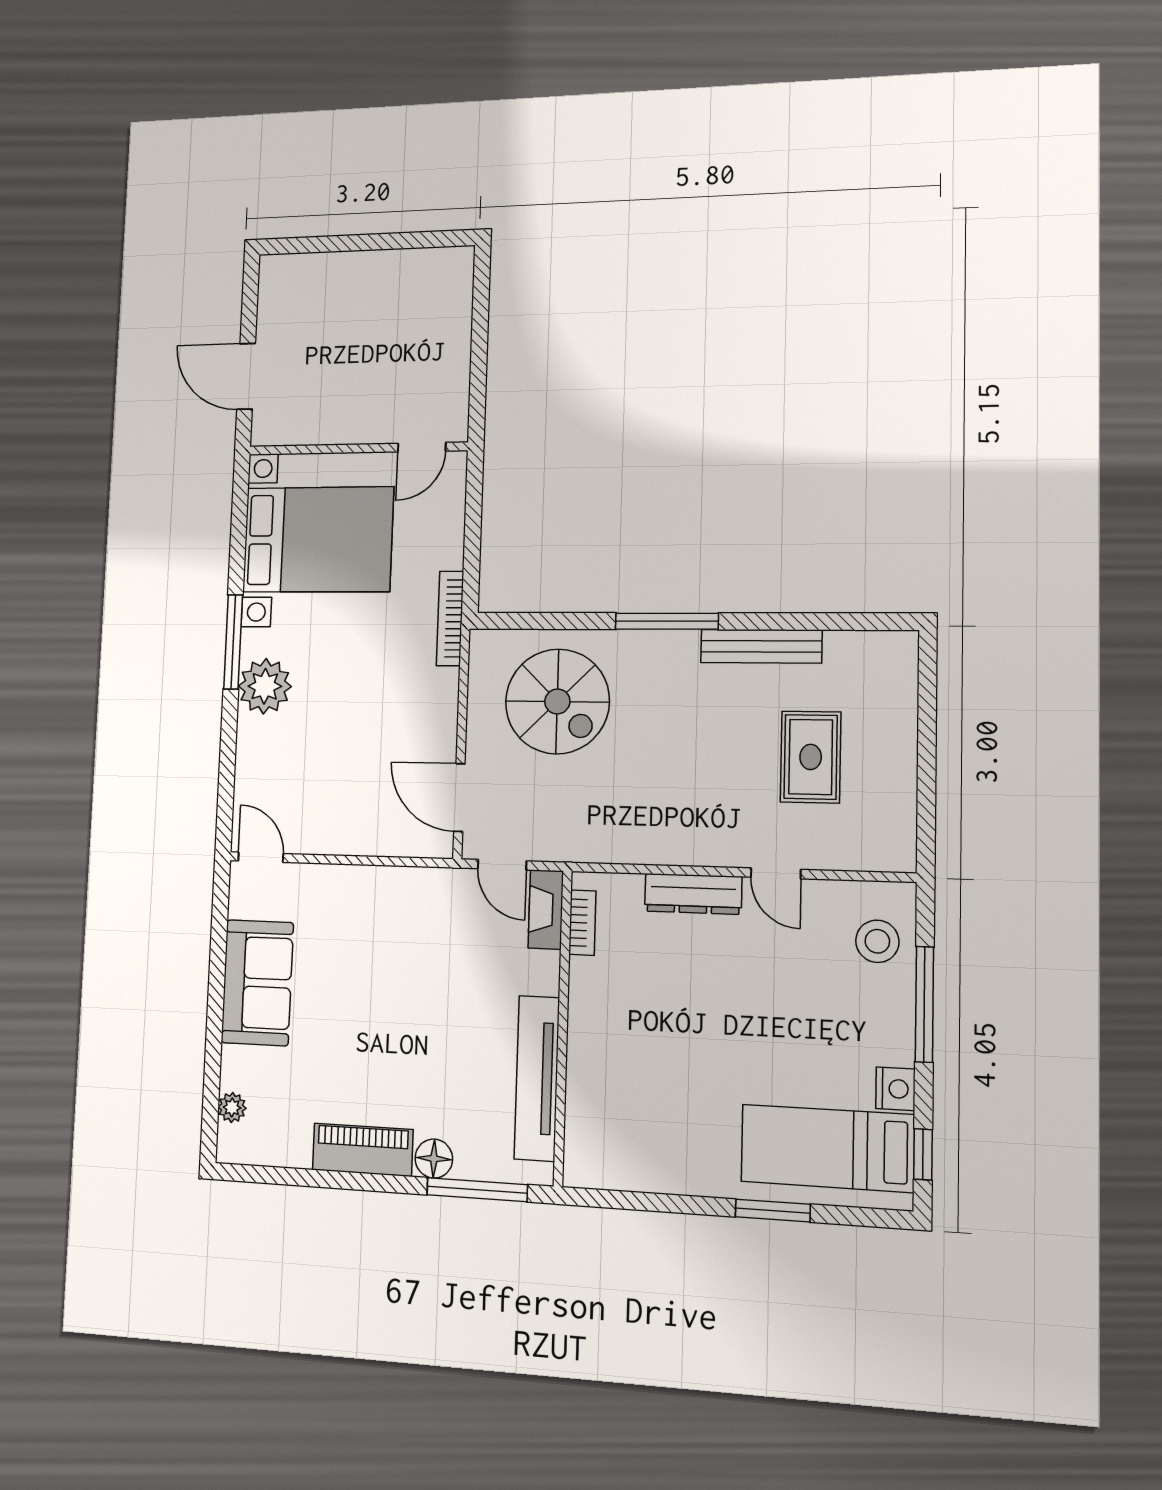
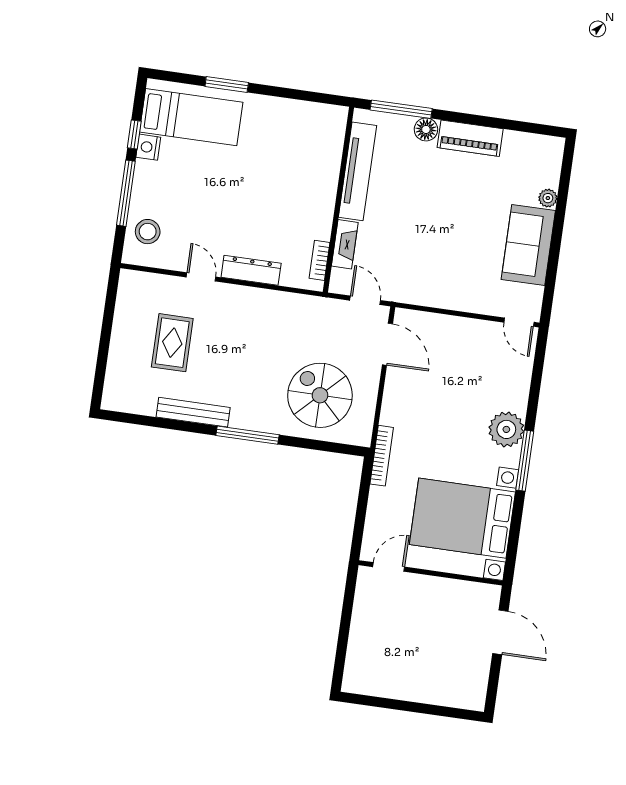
fireplace: (546, 909) -> (345, 244), moved
plant: (232, 1107) -> (548, 198), moved
window: (923, 1154) -> (134, 134), moved

